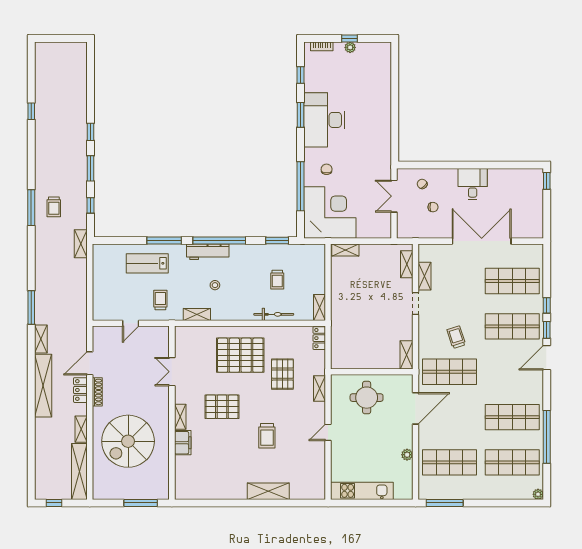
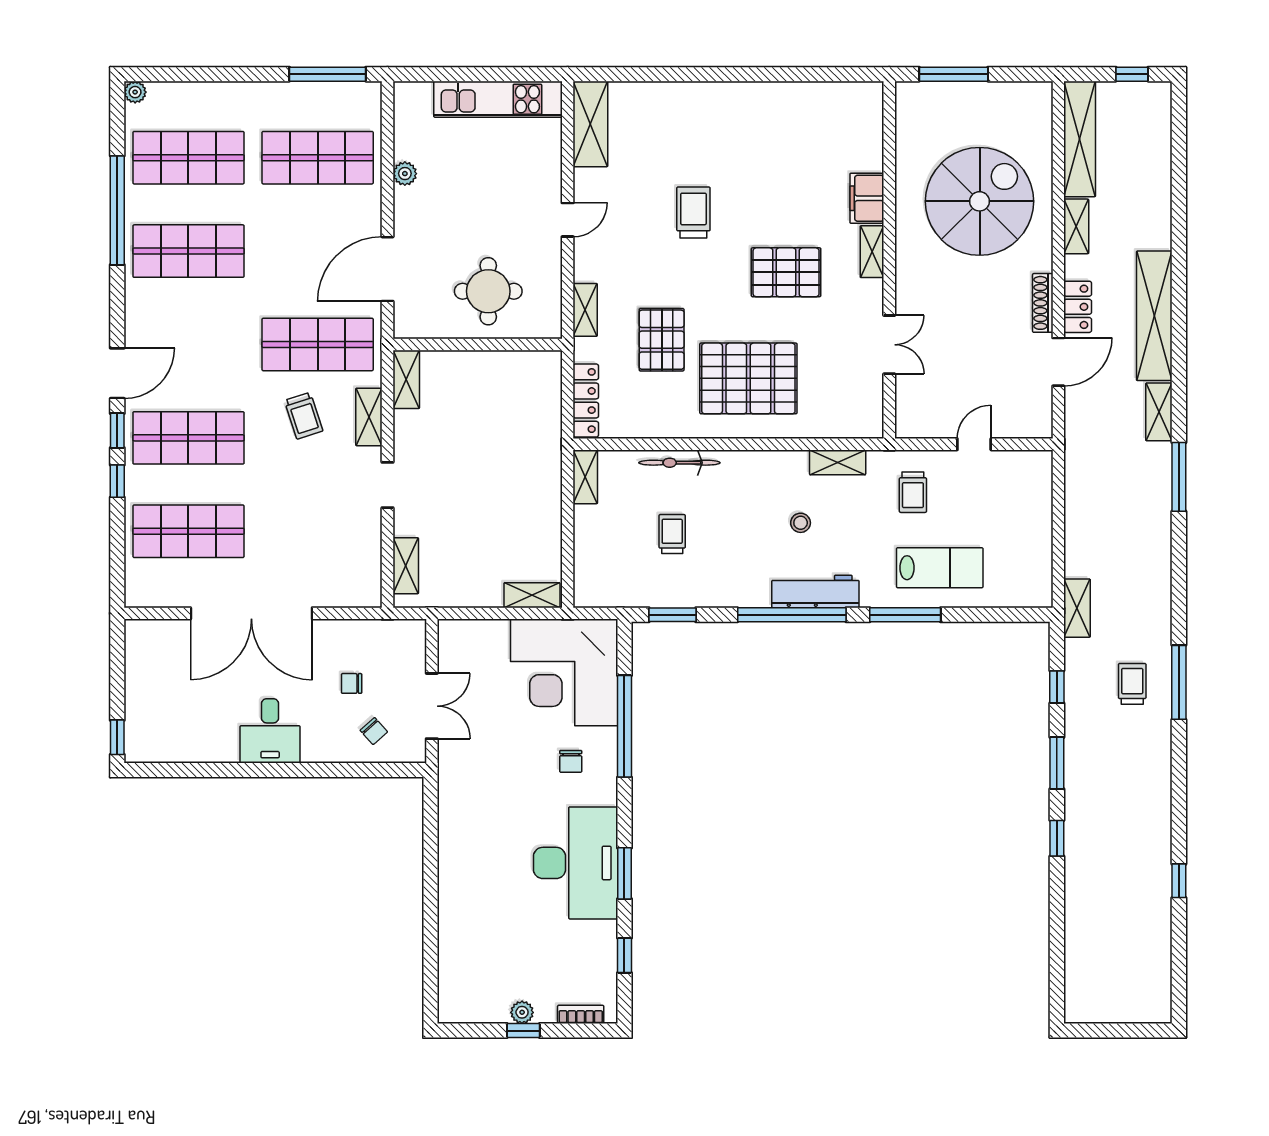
shelving: (425, 276) -> (369, 417), moved
locker: (319, 338) -> (586, 401), width x1.53
shelving: (268, 491) -> (590, 124), moved, turned 90

